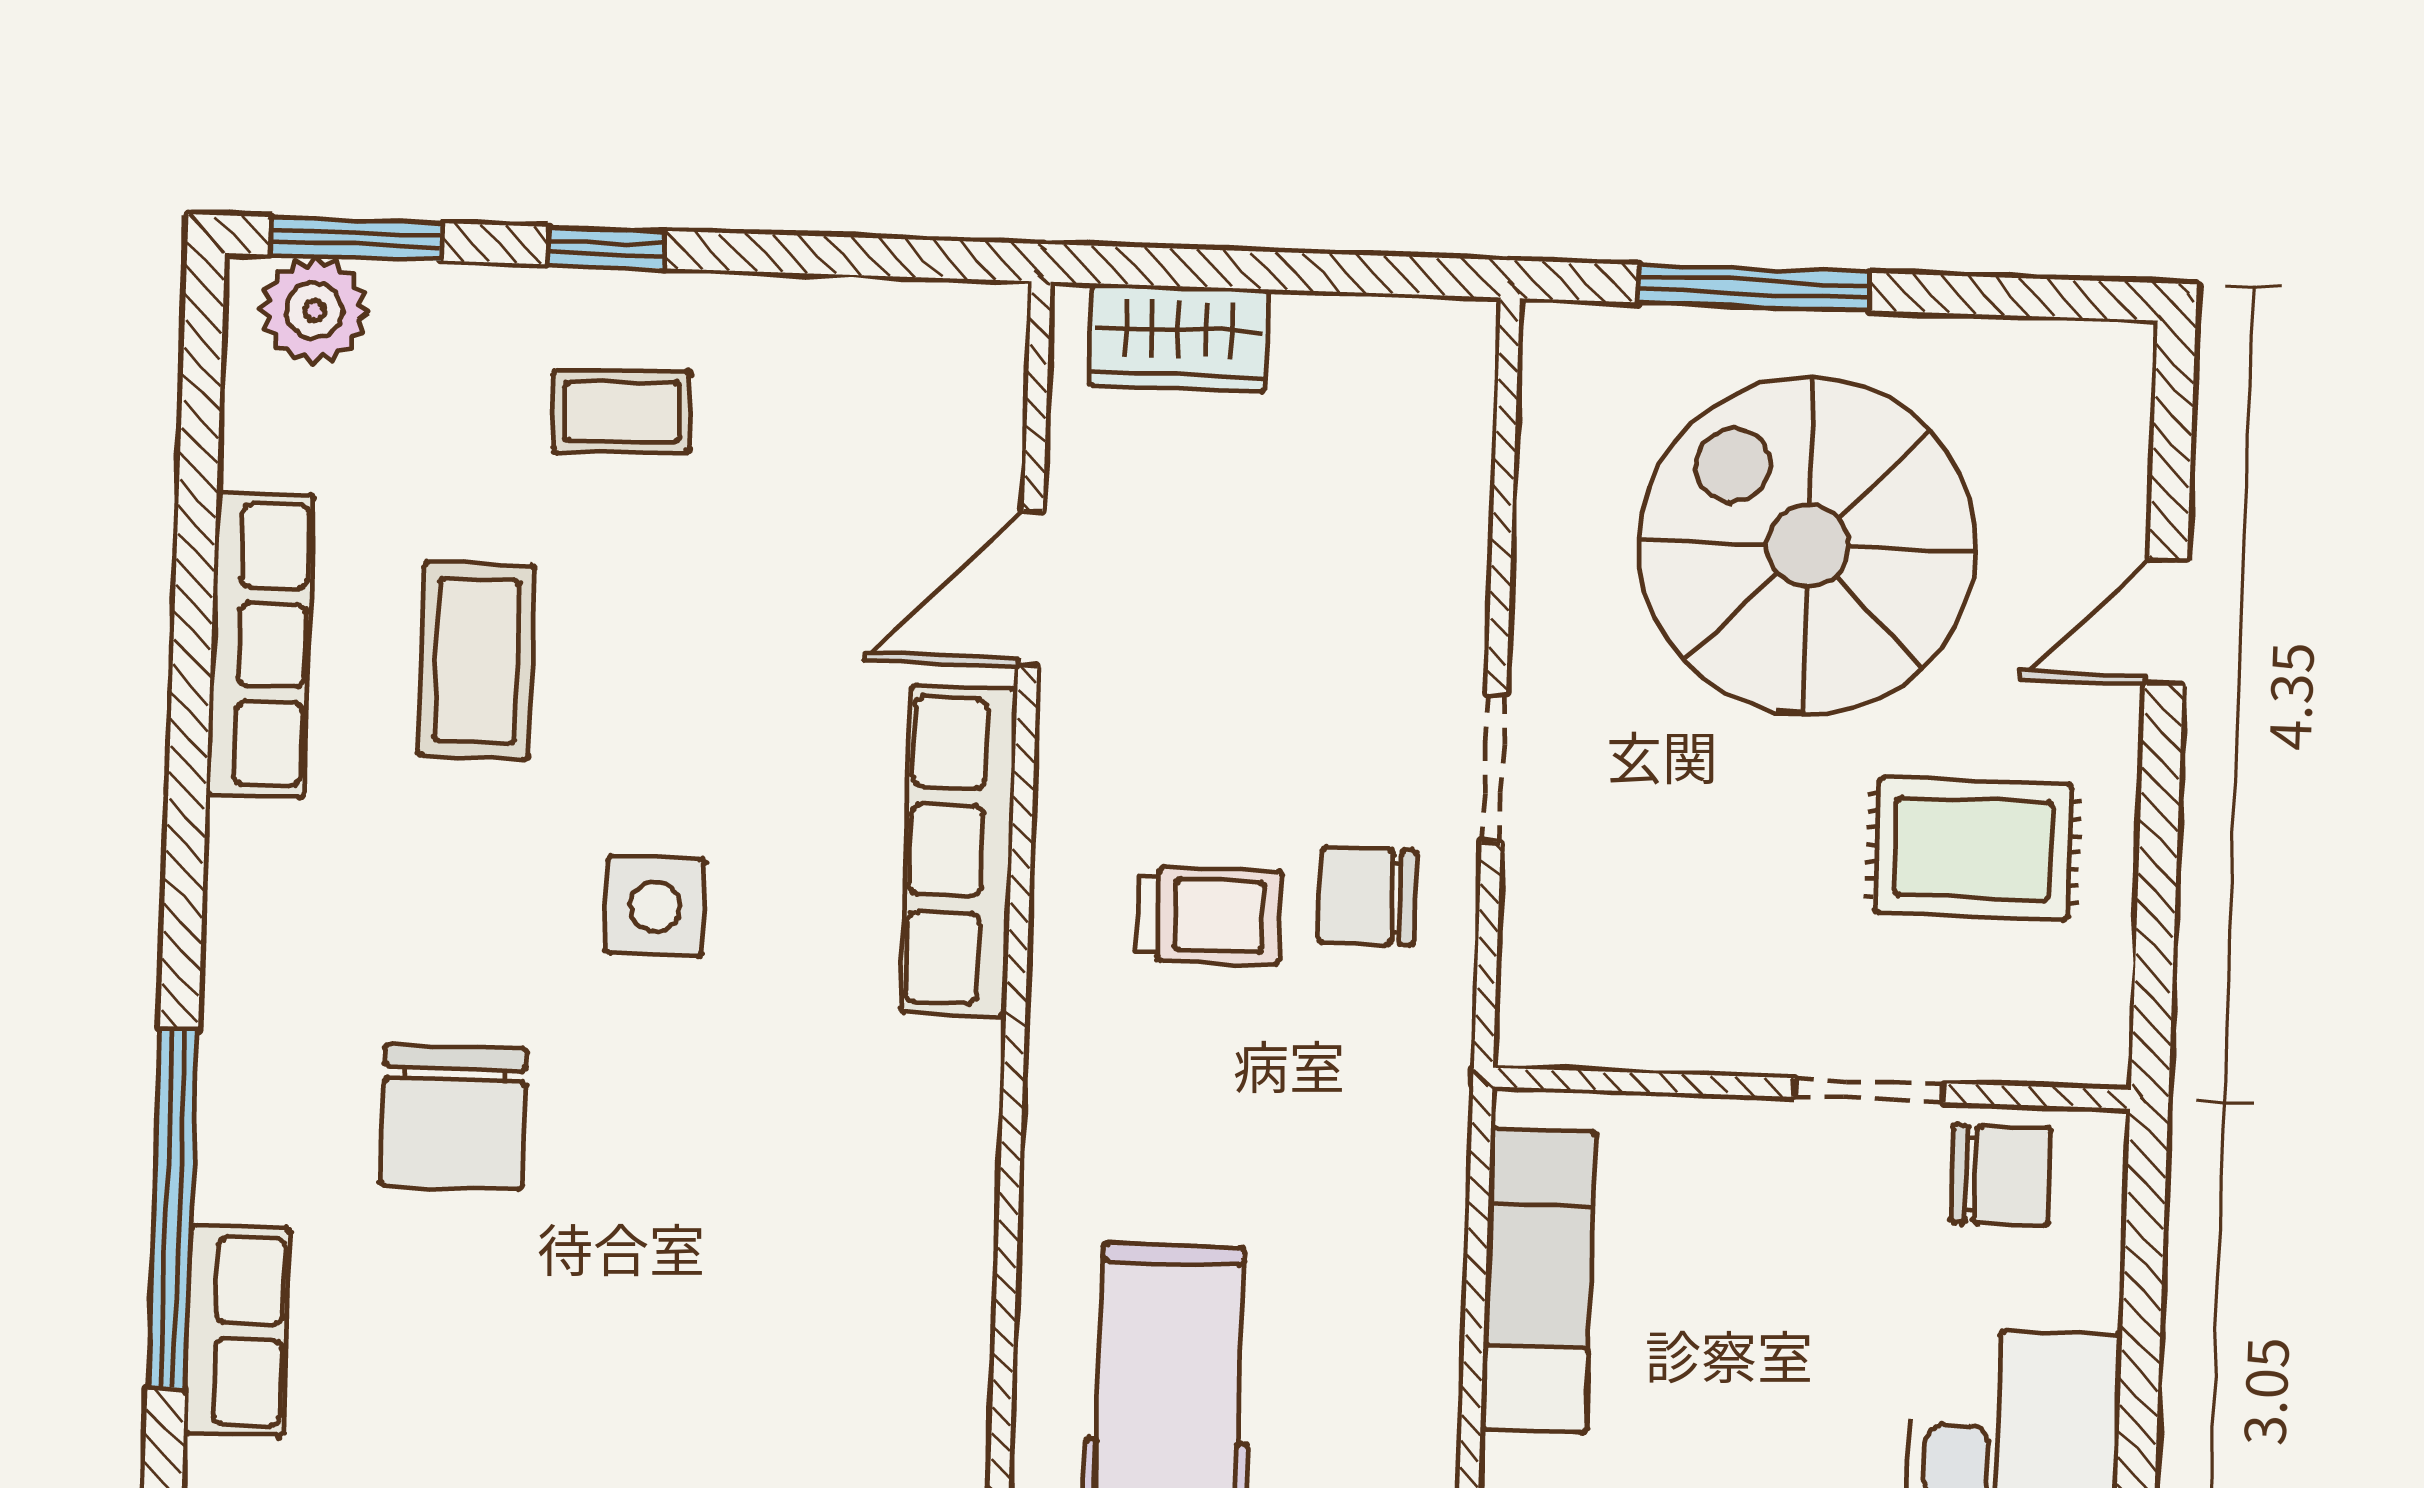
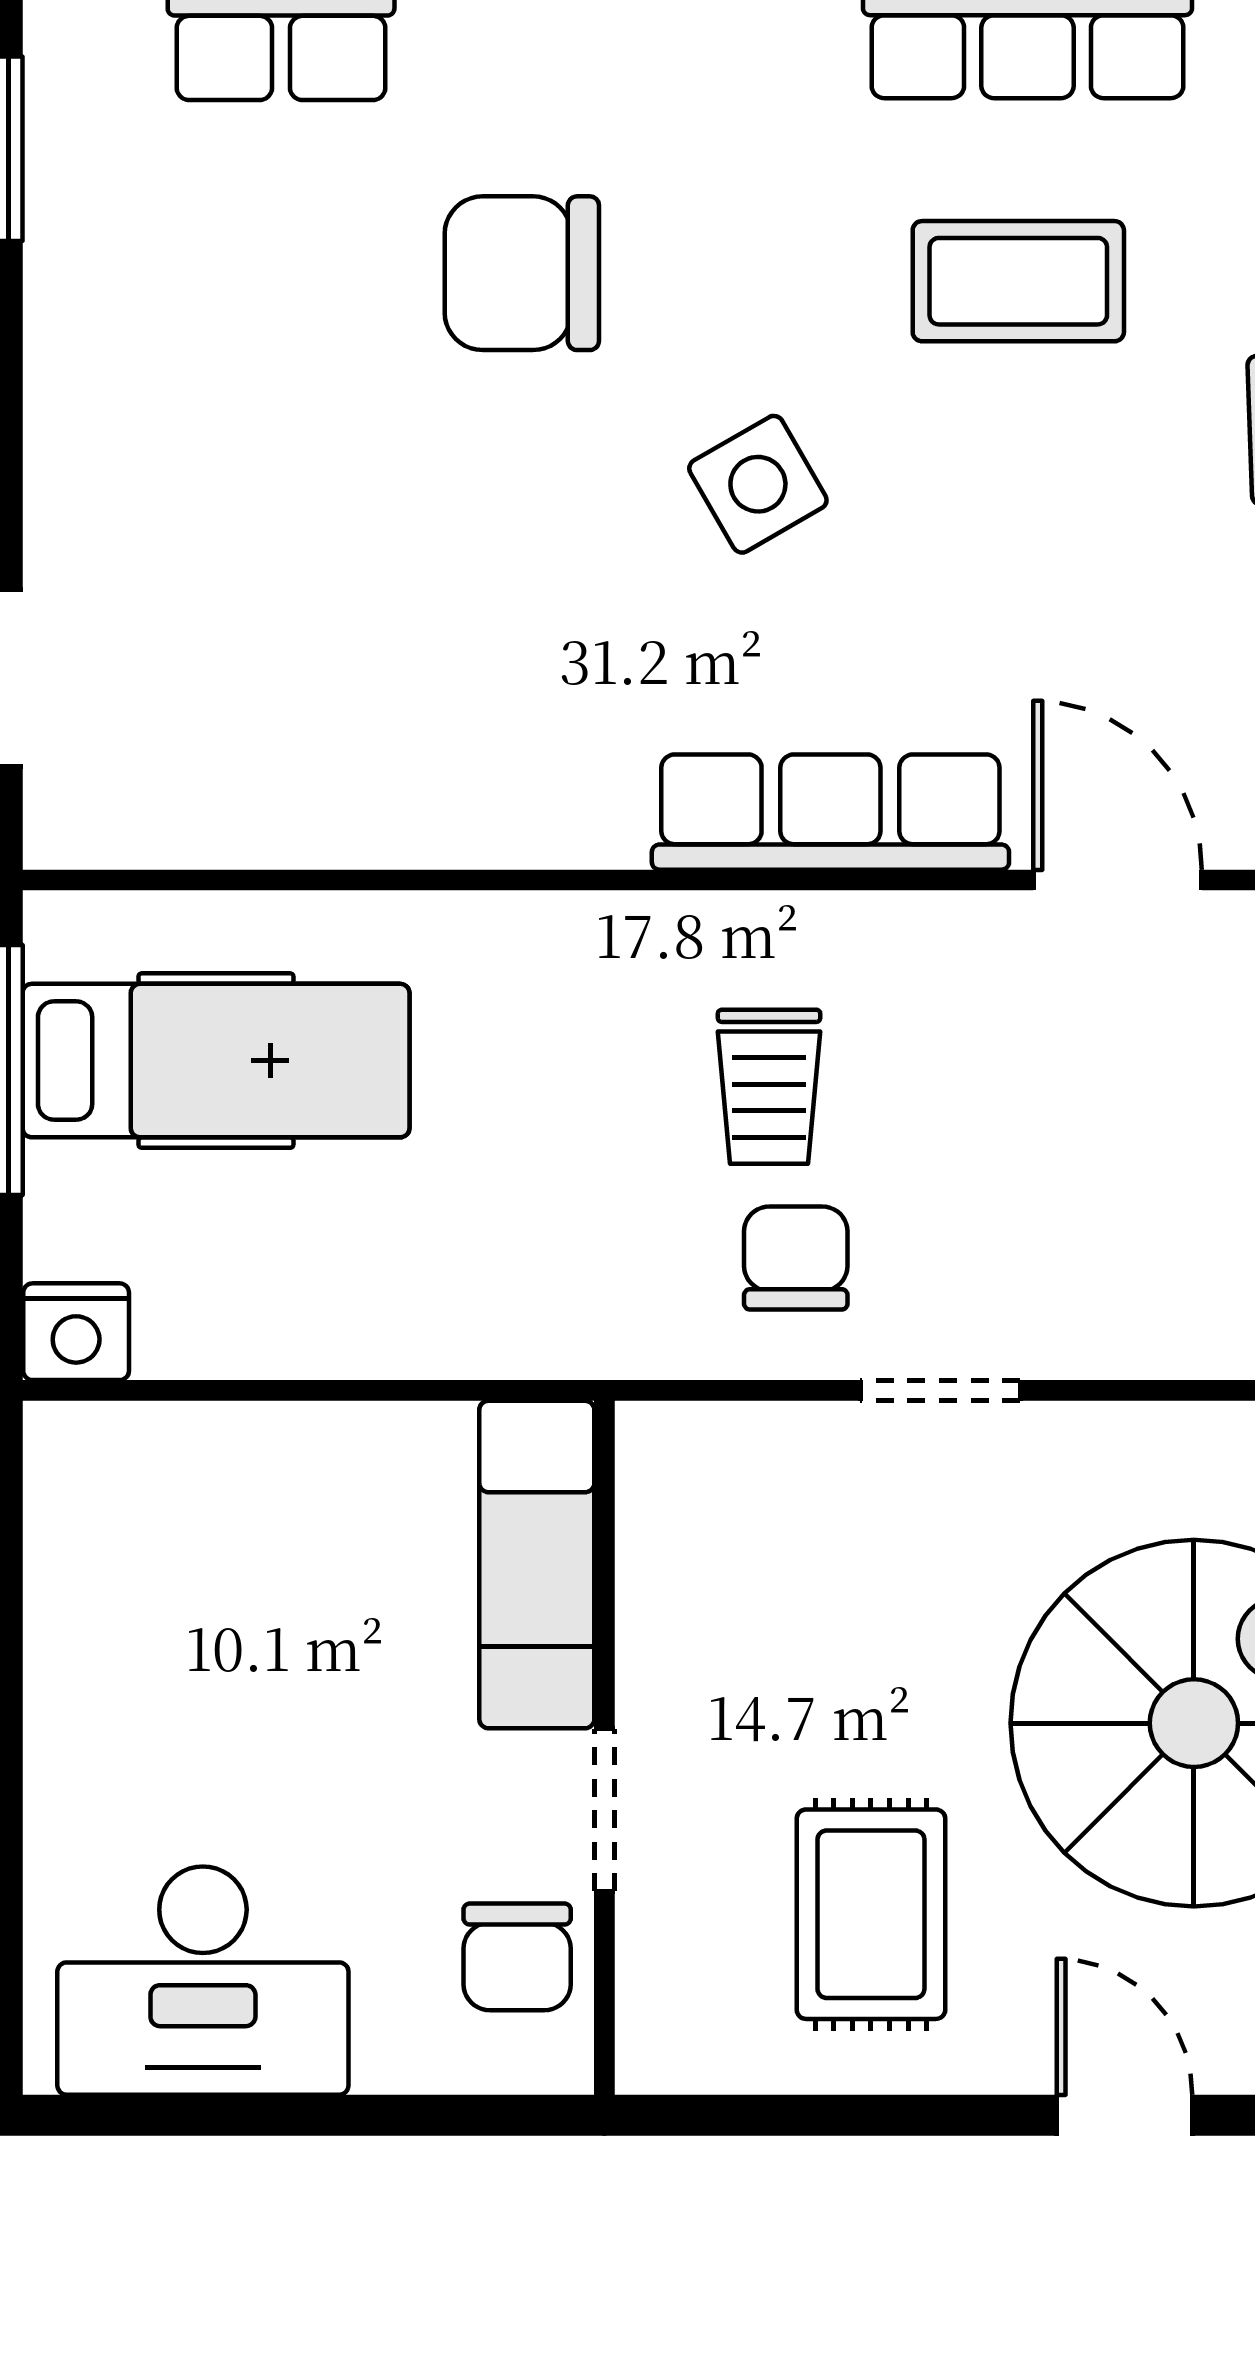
side table: (655, 907) -> (758, 484), turned -30
exam couch: (1538, 1280) -> (537, 1565), moved, turned 90

